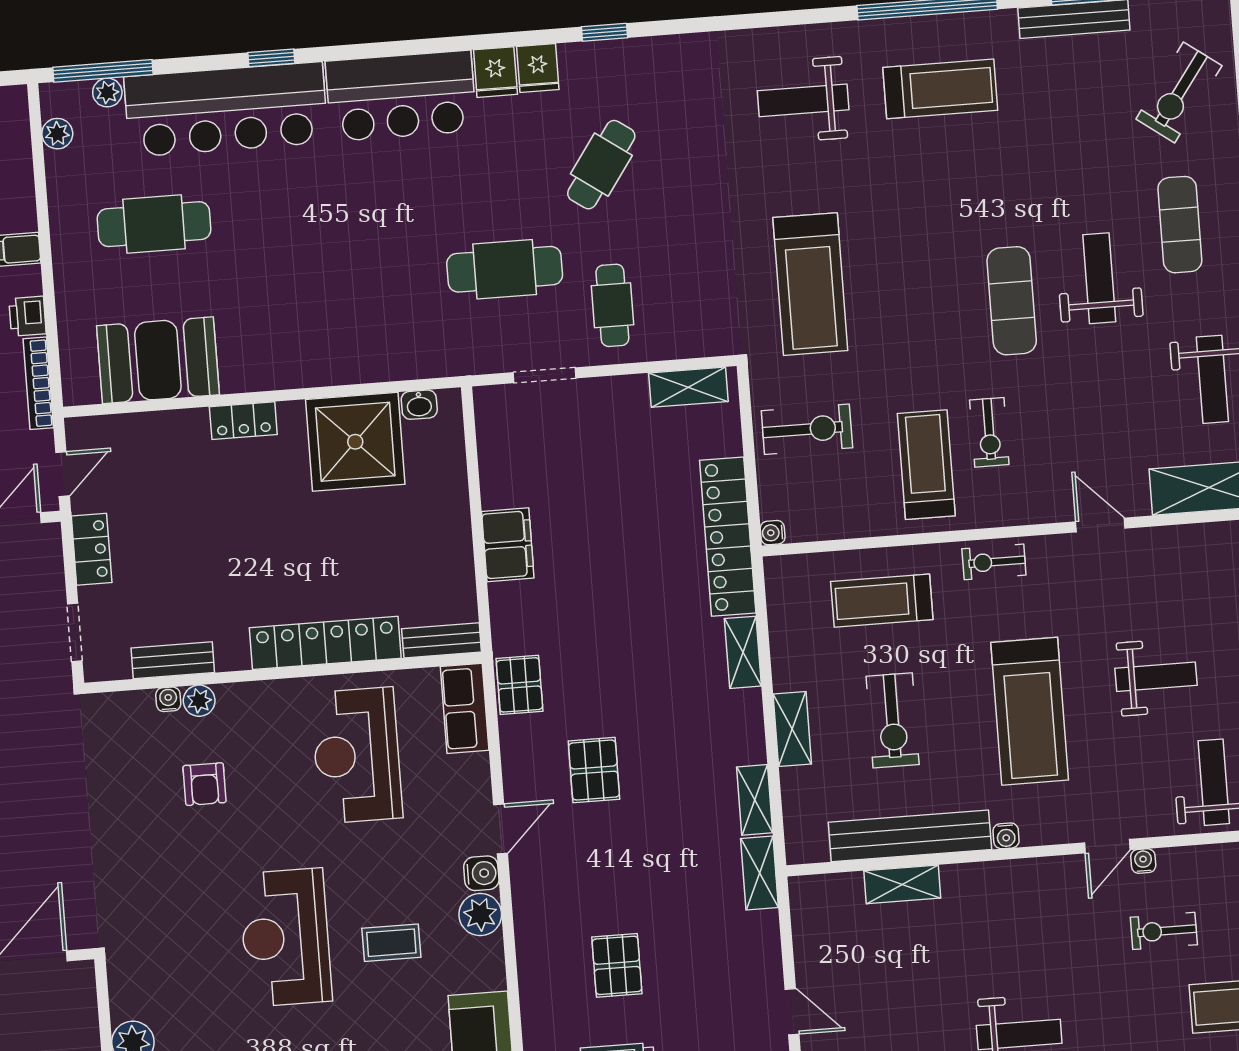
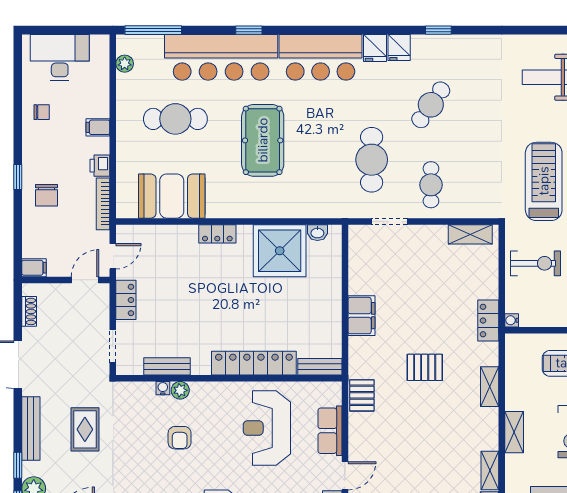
plant: (107, 92) -> (155, 43), removed
pool table: (310, 250) -> (263, 140), added
cafe table: (505, 269) -> (372, 160), turned 90
treadmill: (810, 284) -> (544, 181), turned 180
locker: (728, 537) -> (488, 321), width x0.46, depth x0.83
row of seats: (465, 708) -> (330, 431), moved
pallet: (594, 770) -> (425, 367), moved, turned 90
rug: (37, 782) -> (85, 429), added

